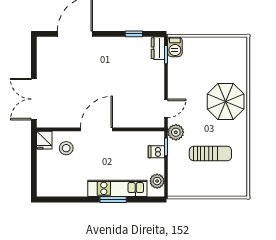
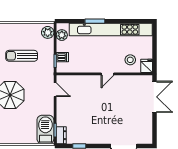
barbecue: (175, 47) -> (45, 129), width x1.88, depth x1.53
door: (166, 108) -> (55, 90), swing flipped
door: (96, 129) -> (107, 74), width x0.53
plant: (176, 132) -> (48, 32), moved
kitchen unit: (117, 188) -> (111, 30), width x1.86

